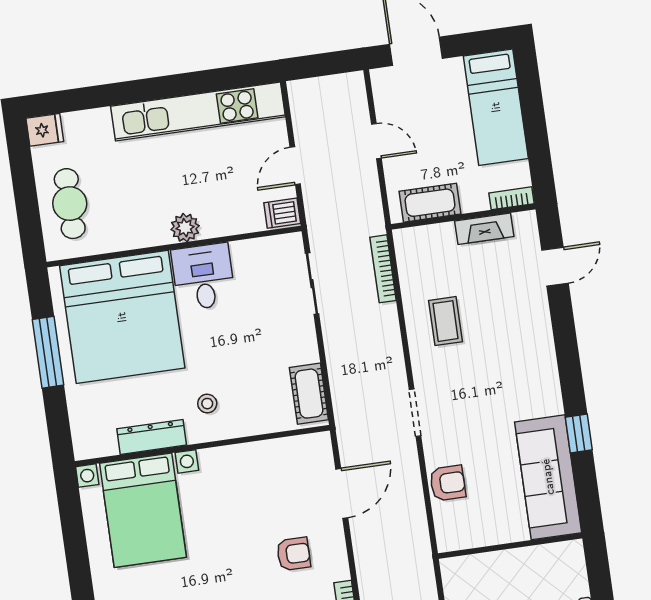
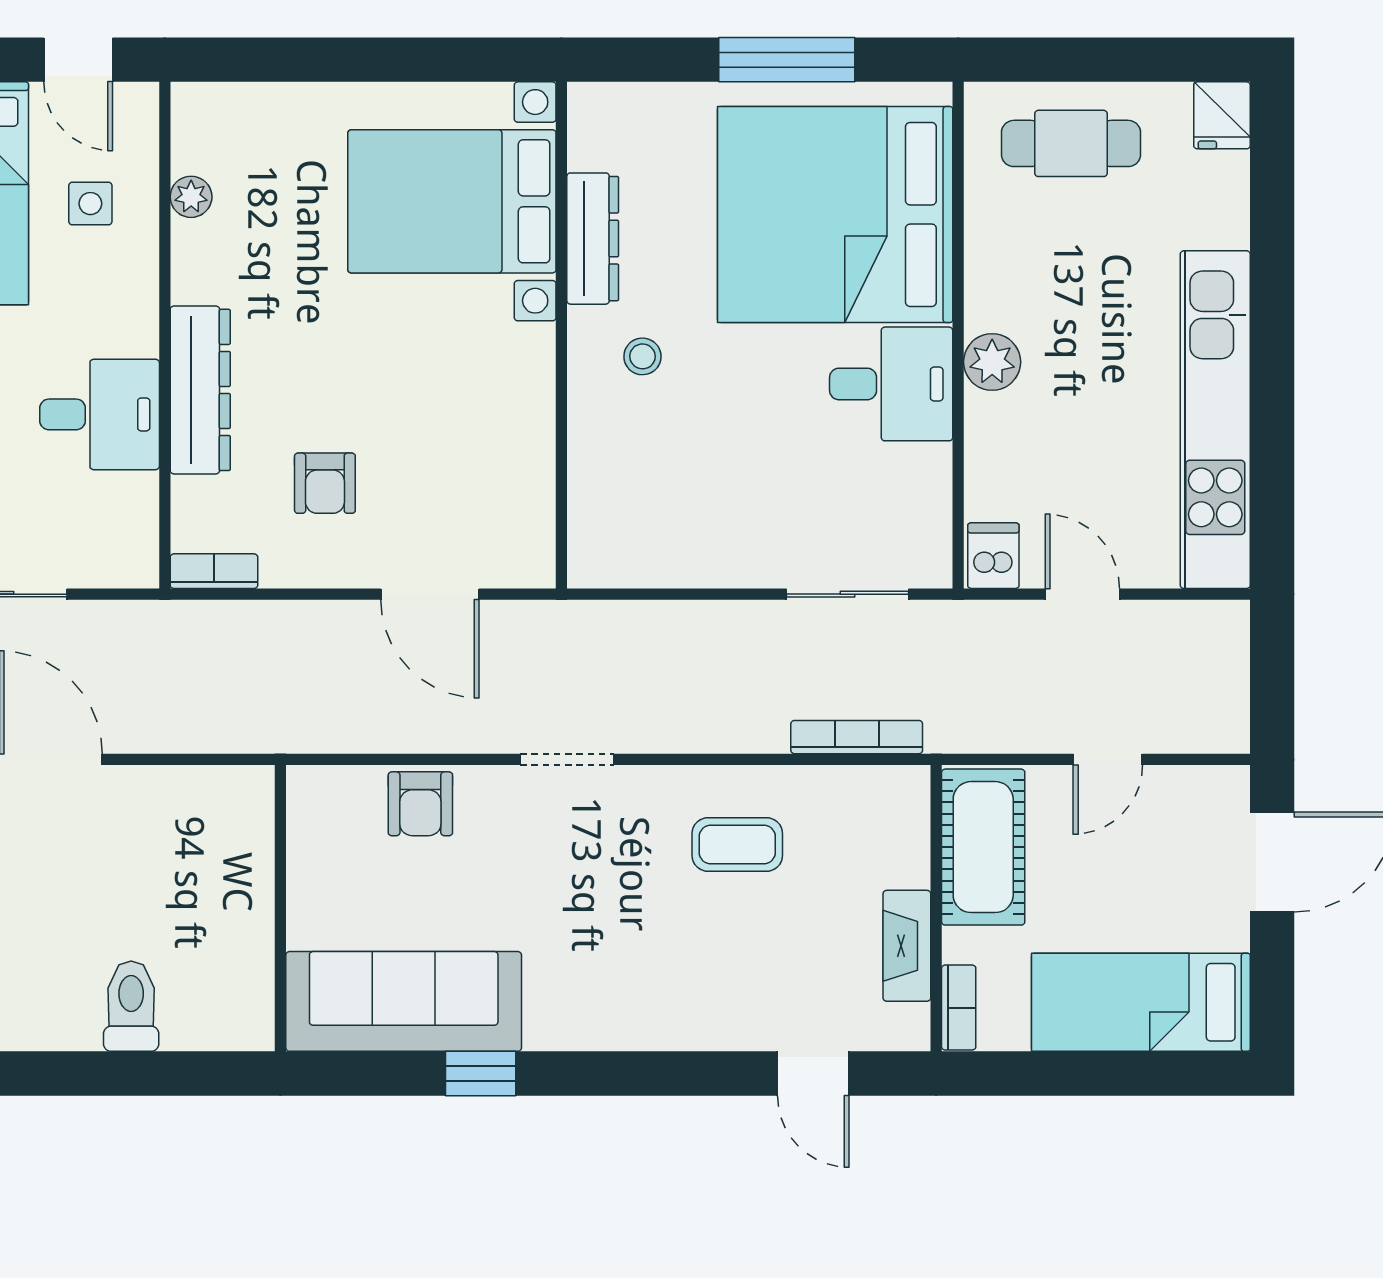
cot: (430, 203) -> (983, 847), width x1.37, depth x1.34
cot: (309, 394) -> (634, 558), removed

